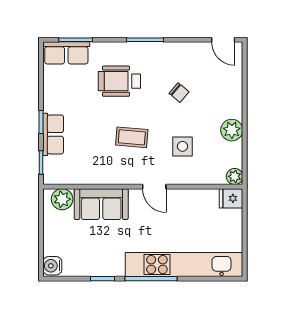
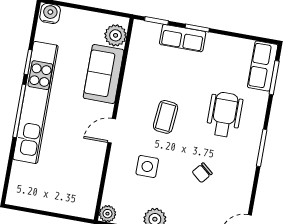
fridge: (231, 198) -> (86, 206), removed
kitchen unit: (184, 265) -> (36, 102), moved

